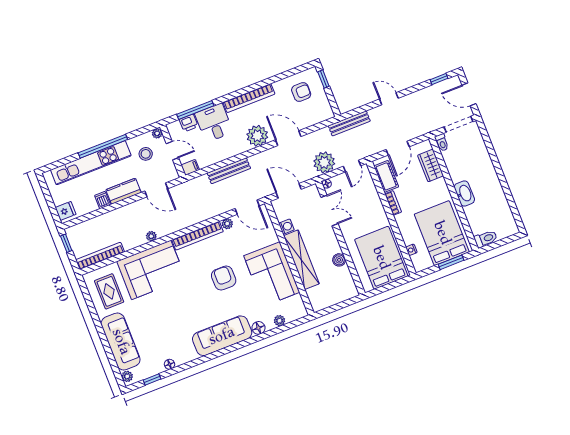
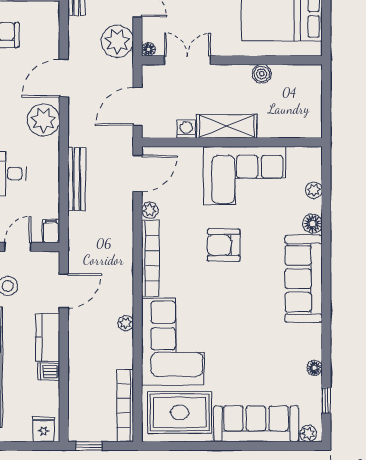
shelving: (301, 260) -> (227, 126), width x0.68
rug: (109, 291) -> (180, 412), width x1.36, depth x1.43

